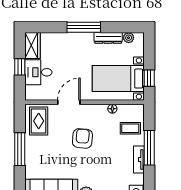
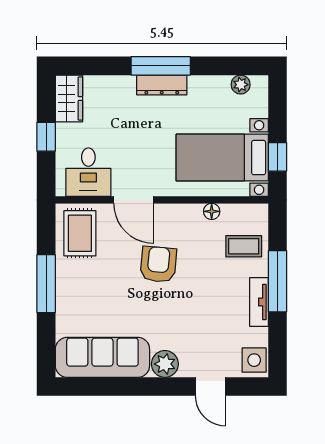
dresser: (108, 38) -> (162, 85), moved
desk: (38, 72) -> (88, 172), moved, turned -90
door: (69, 102) -> (134, 200), swing flipped

